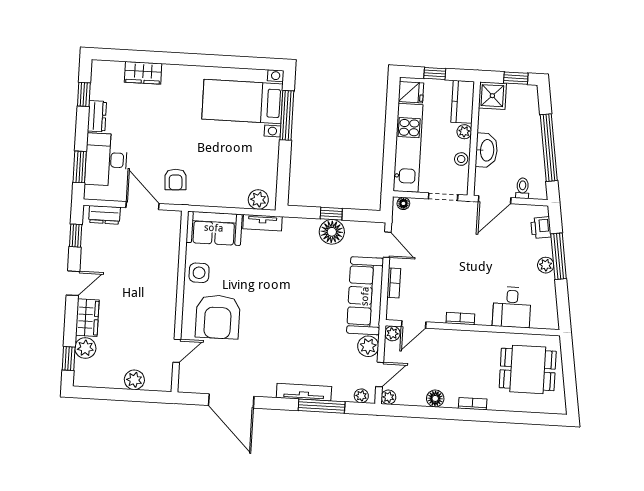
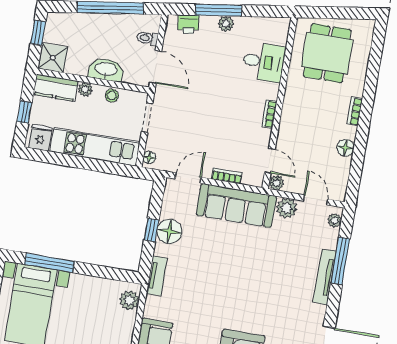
tv unit: (262, 223) -> (157, 276), moved
plant: (388, 397) -> (339, 194), removed

